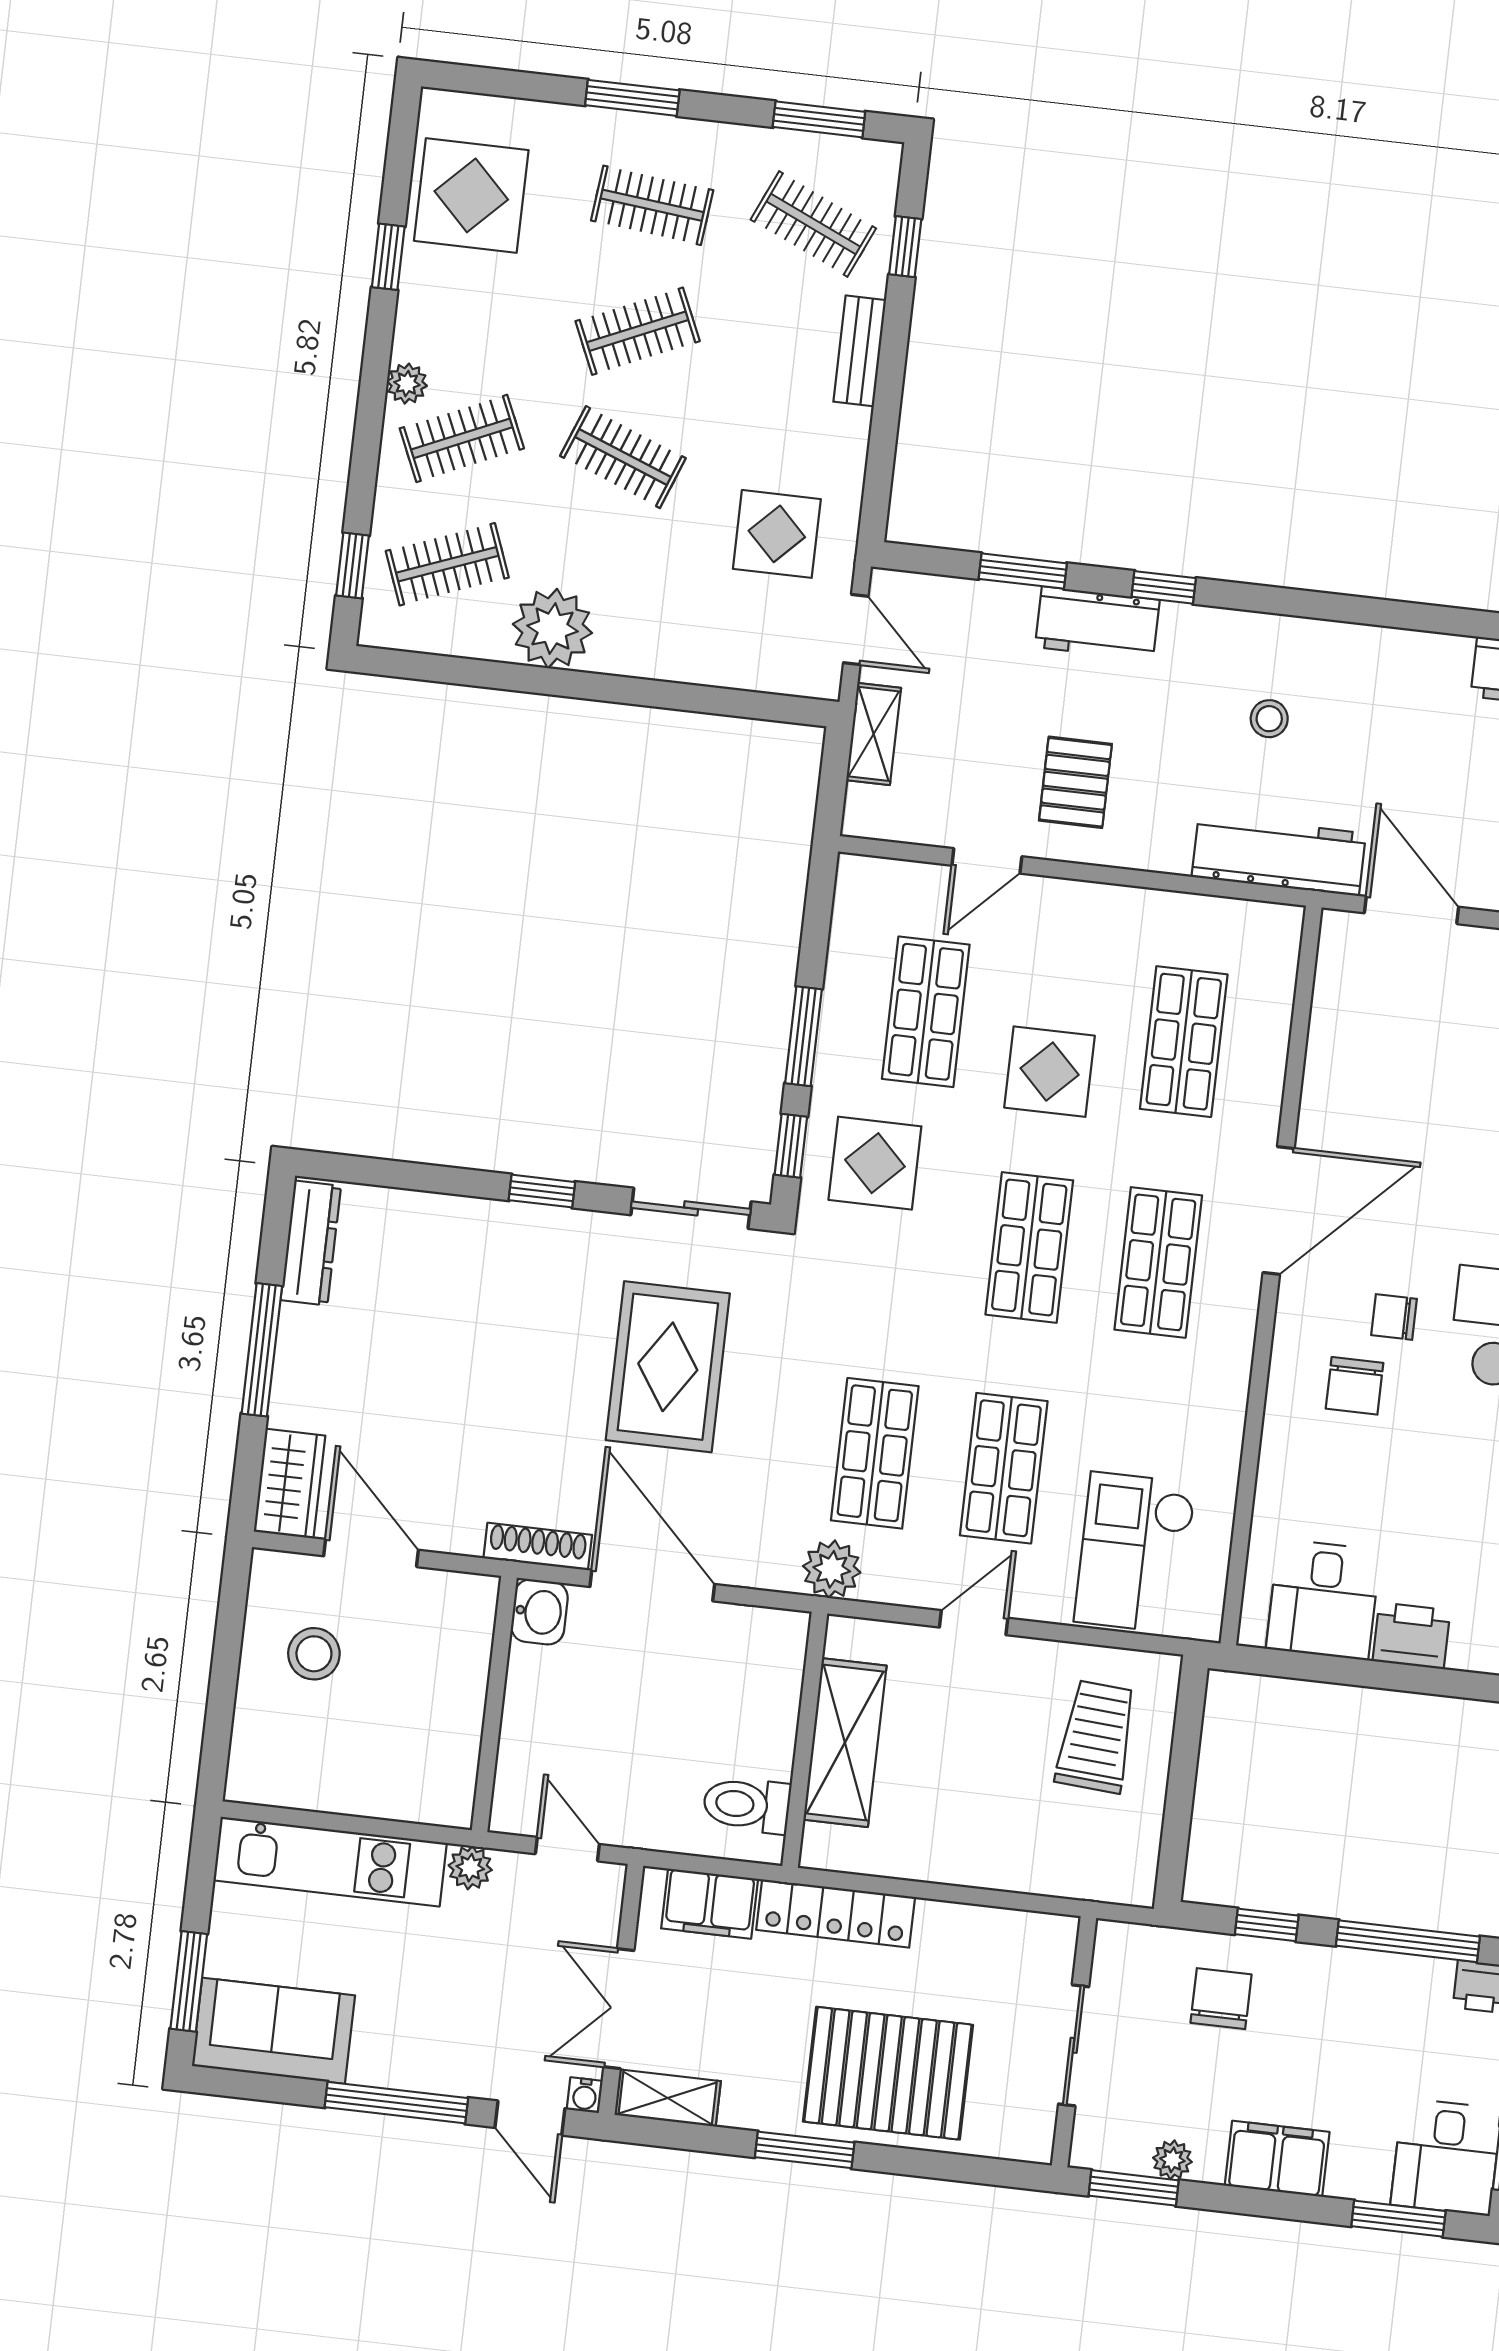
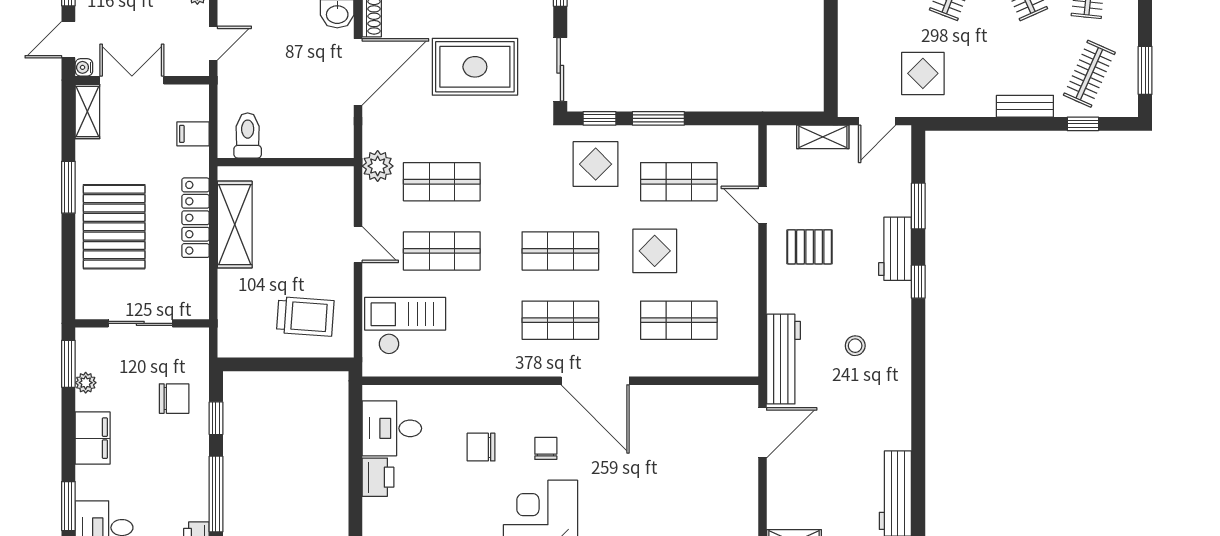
chair: (1355, 1386) -> (481, 447), moved
shelving: (845, 1743) -> (235, 225), moved, turned 90
filing cabinet: (710, 1904) -> (193, 134), width x0.50
locker: (836, 1913) -> (196, 218), moved

